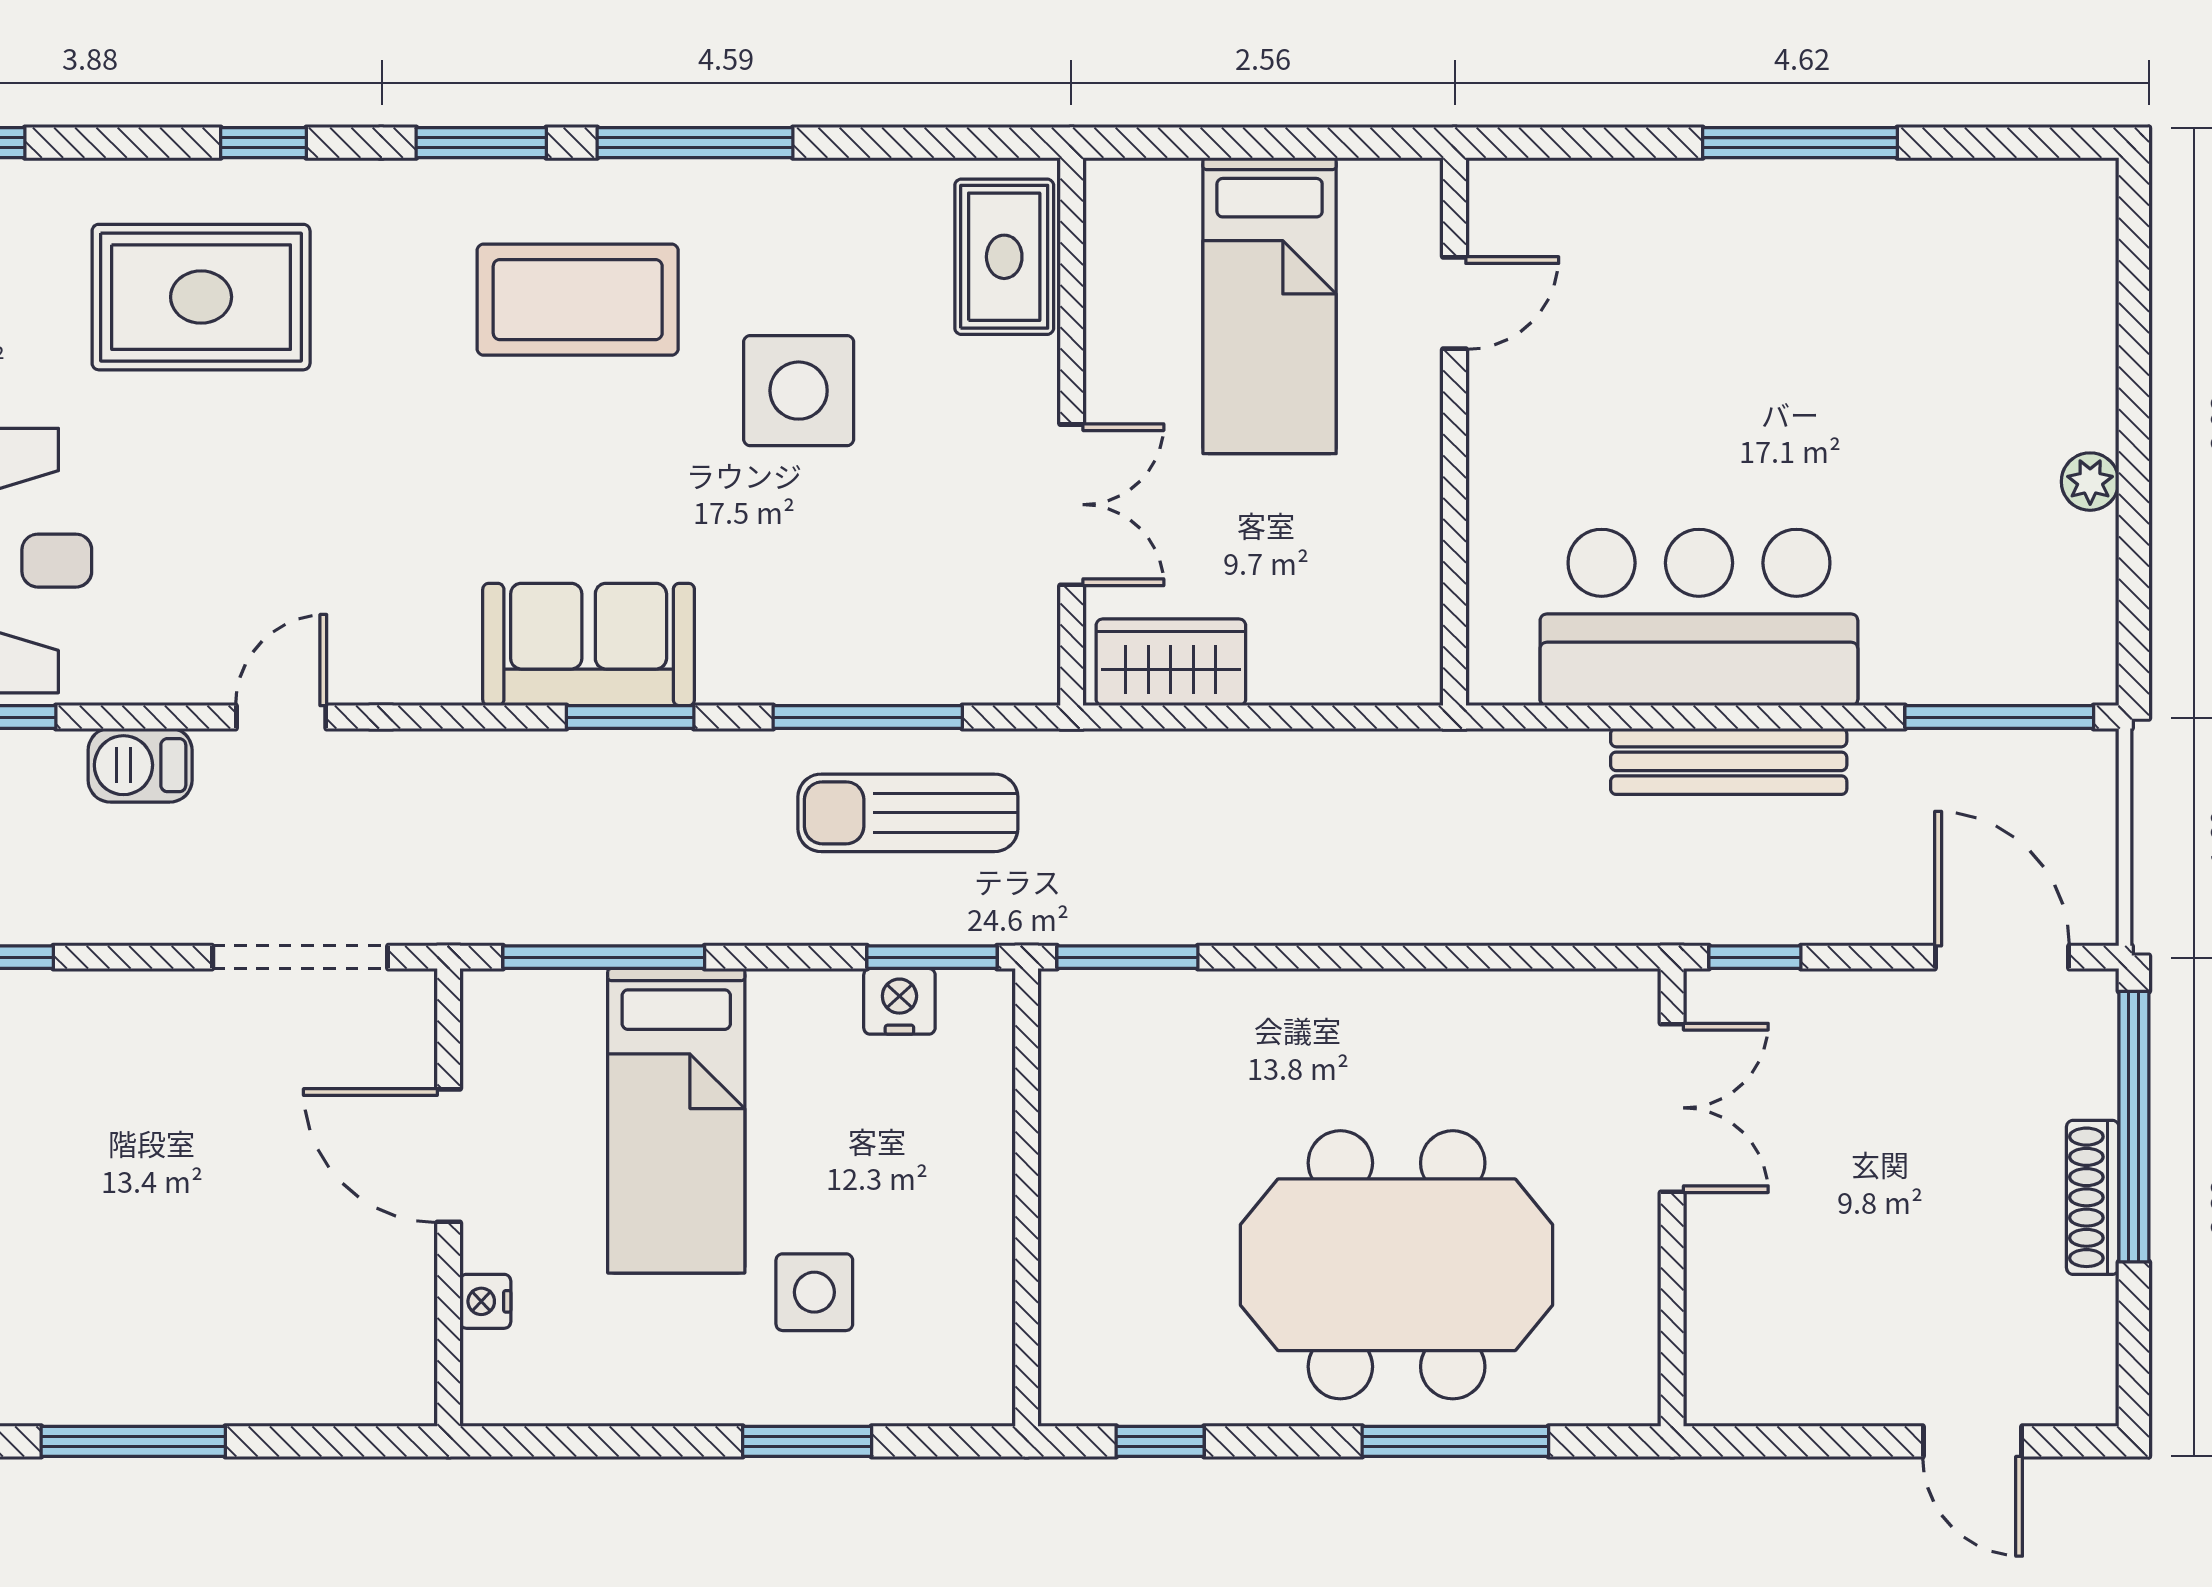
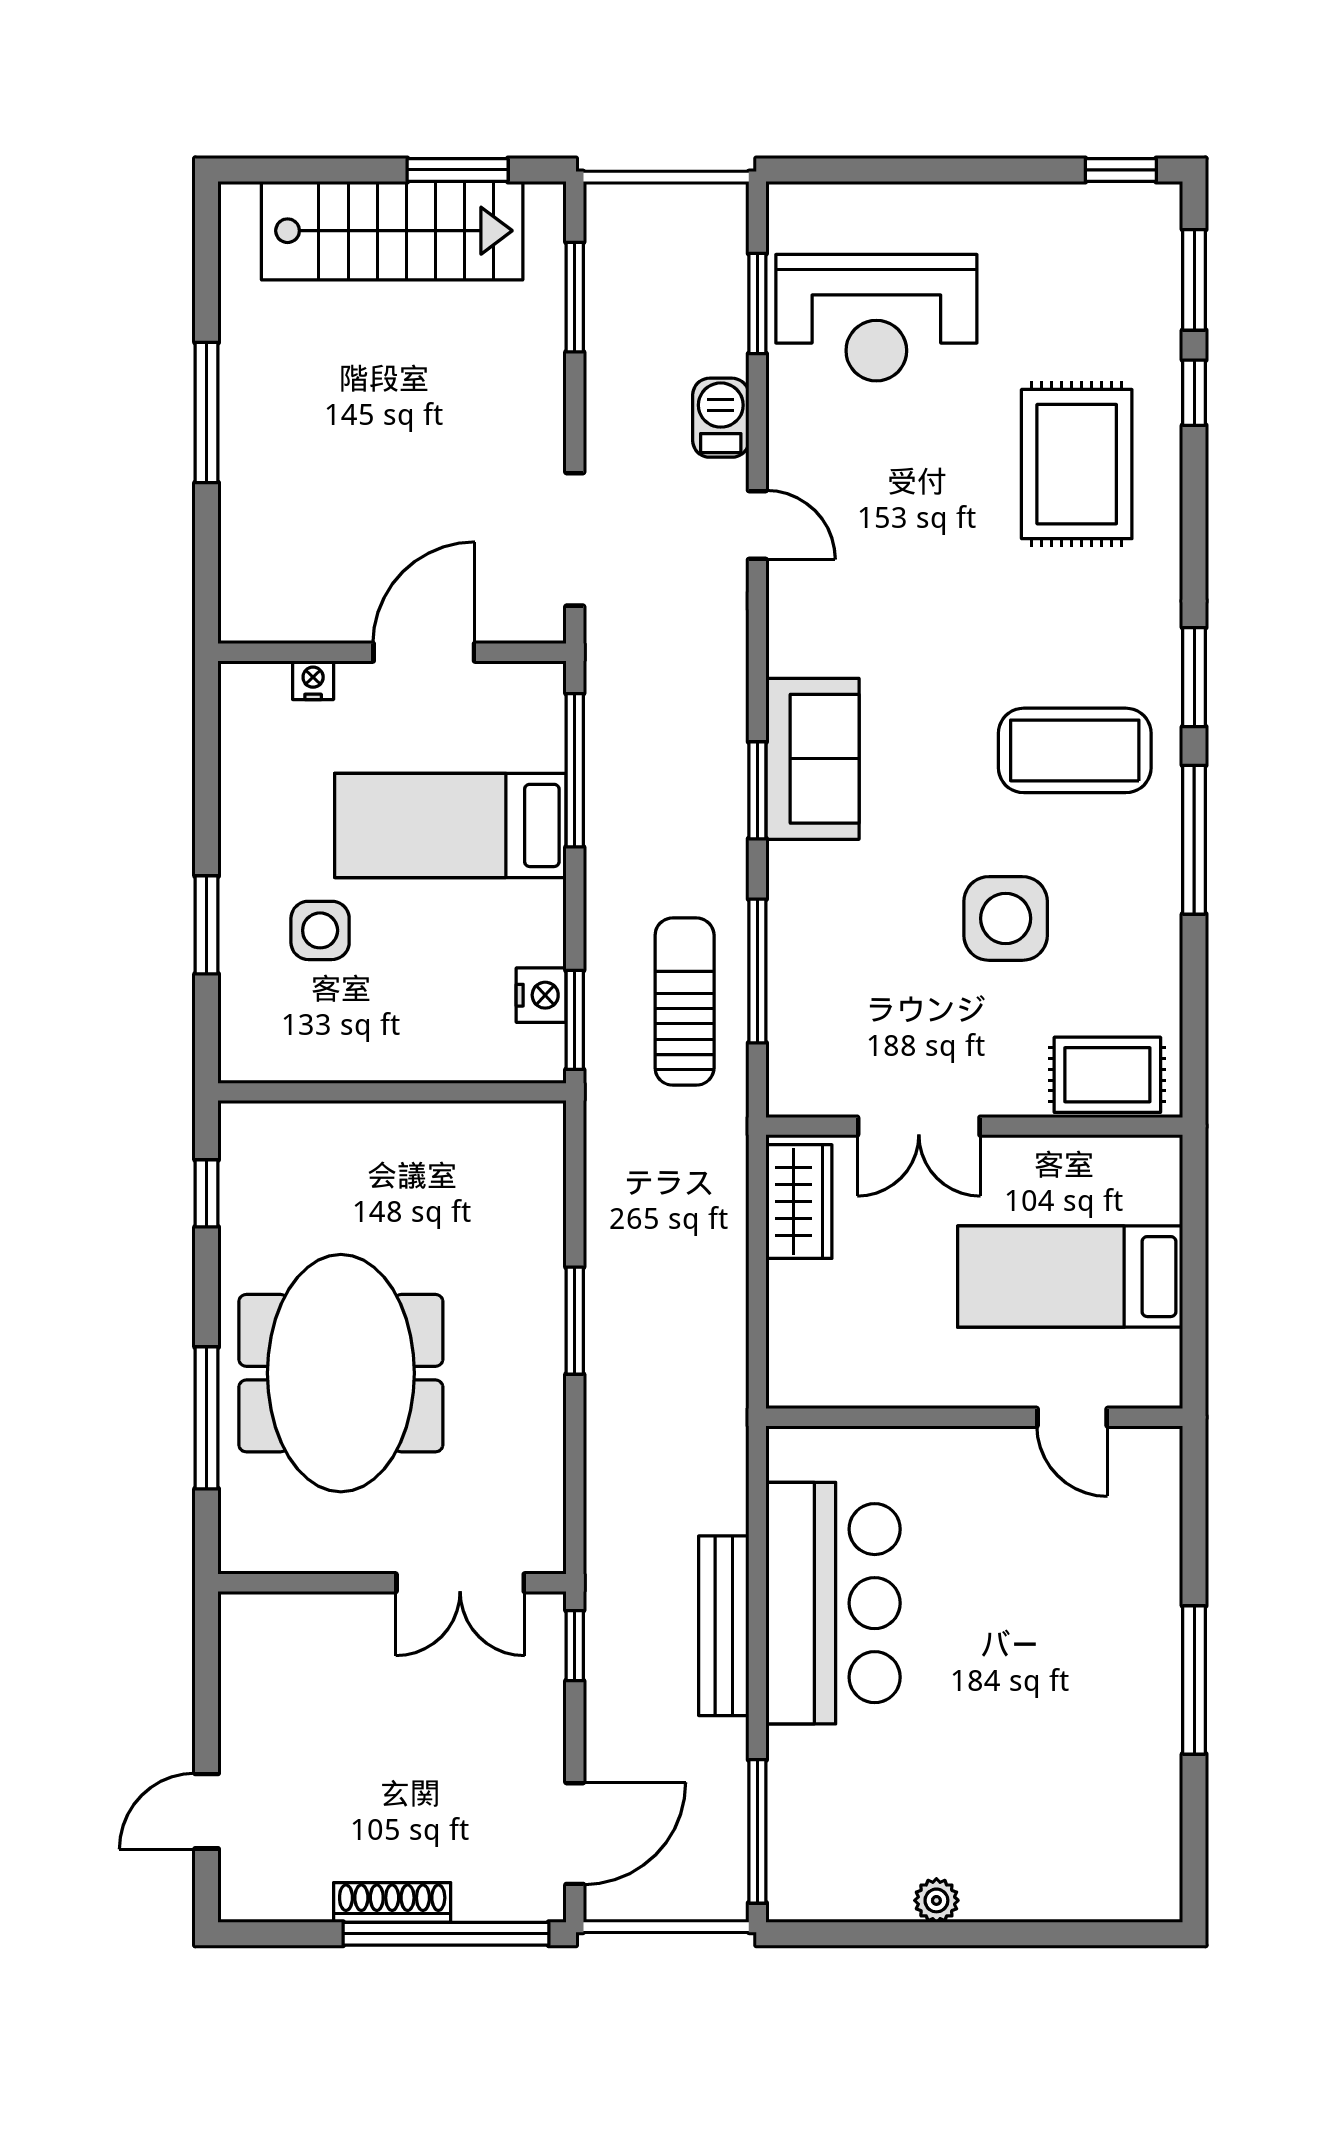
window: (263, 143) -> (1194, 393), moved
coffee table: (578, 300) -> (1075, 750), turned 90
window: (1127, 957) -> (575, 1321), moved

